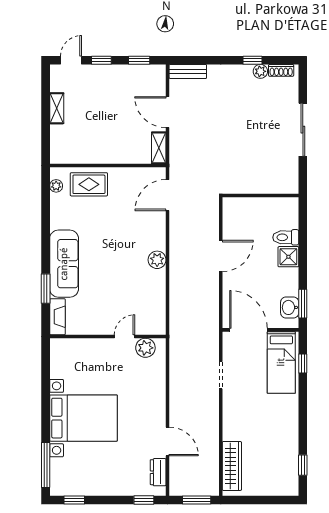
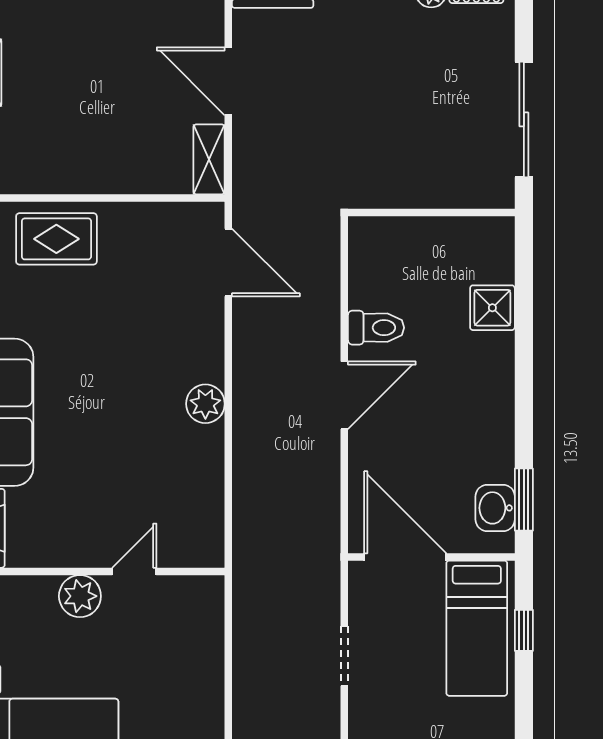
door: (168, 195) -> (228, 262), swing flipped
wall: (261, 195) -> (431, 212), moved
toilet: (286, 237) -> (376, 328), moved, turned 180
shower: (288, 257) -> (492, 308), moved
plant: (145, 348) -> (80, 596), moved

